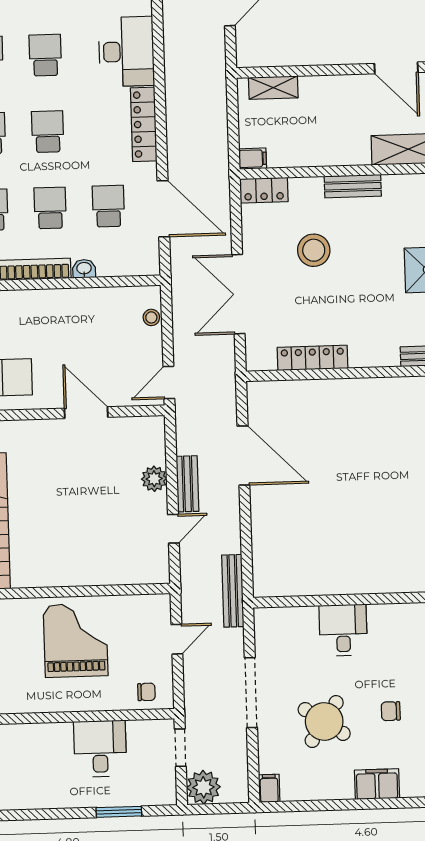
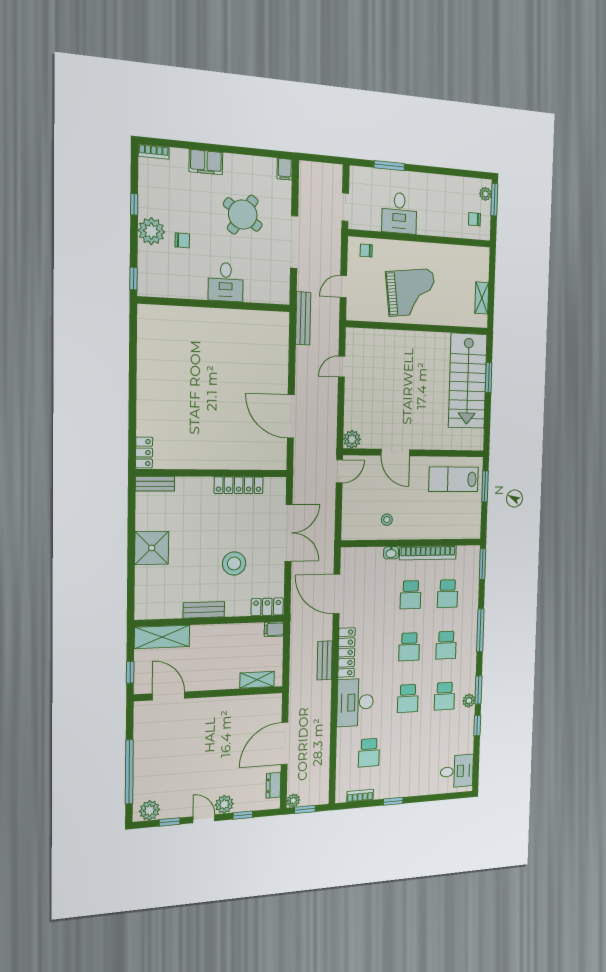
school desk: (108, 206) -> (373, 596), removed
stool: (151, 317) -> (387, 520), moved
plant: (154, 479) -> (352, 439), moved
bench: (187, 484) -> (325, 660), moved
grand piano: (76, 640) -> (411, 292), turned -97
chair: (391, 711) -> (182, 240), moved
plant: (203, 787) -> (331, 176), removed

